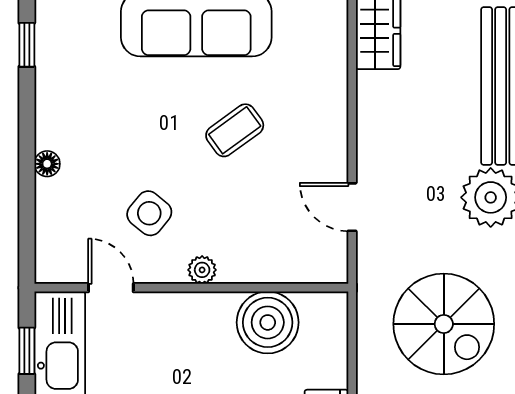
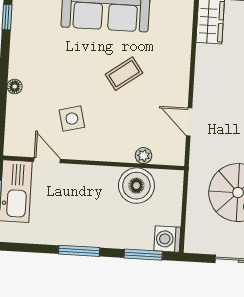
side table: (149, 213) -> (72, 119), turned 37
plant: (202, 270) -> (144, 156), moved

